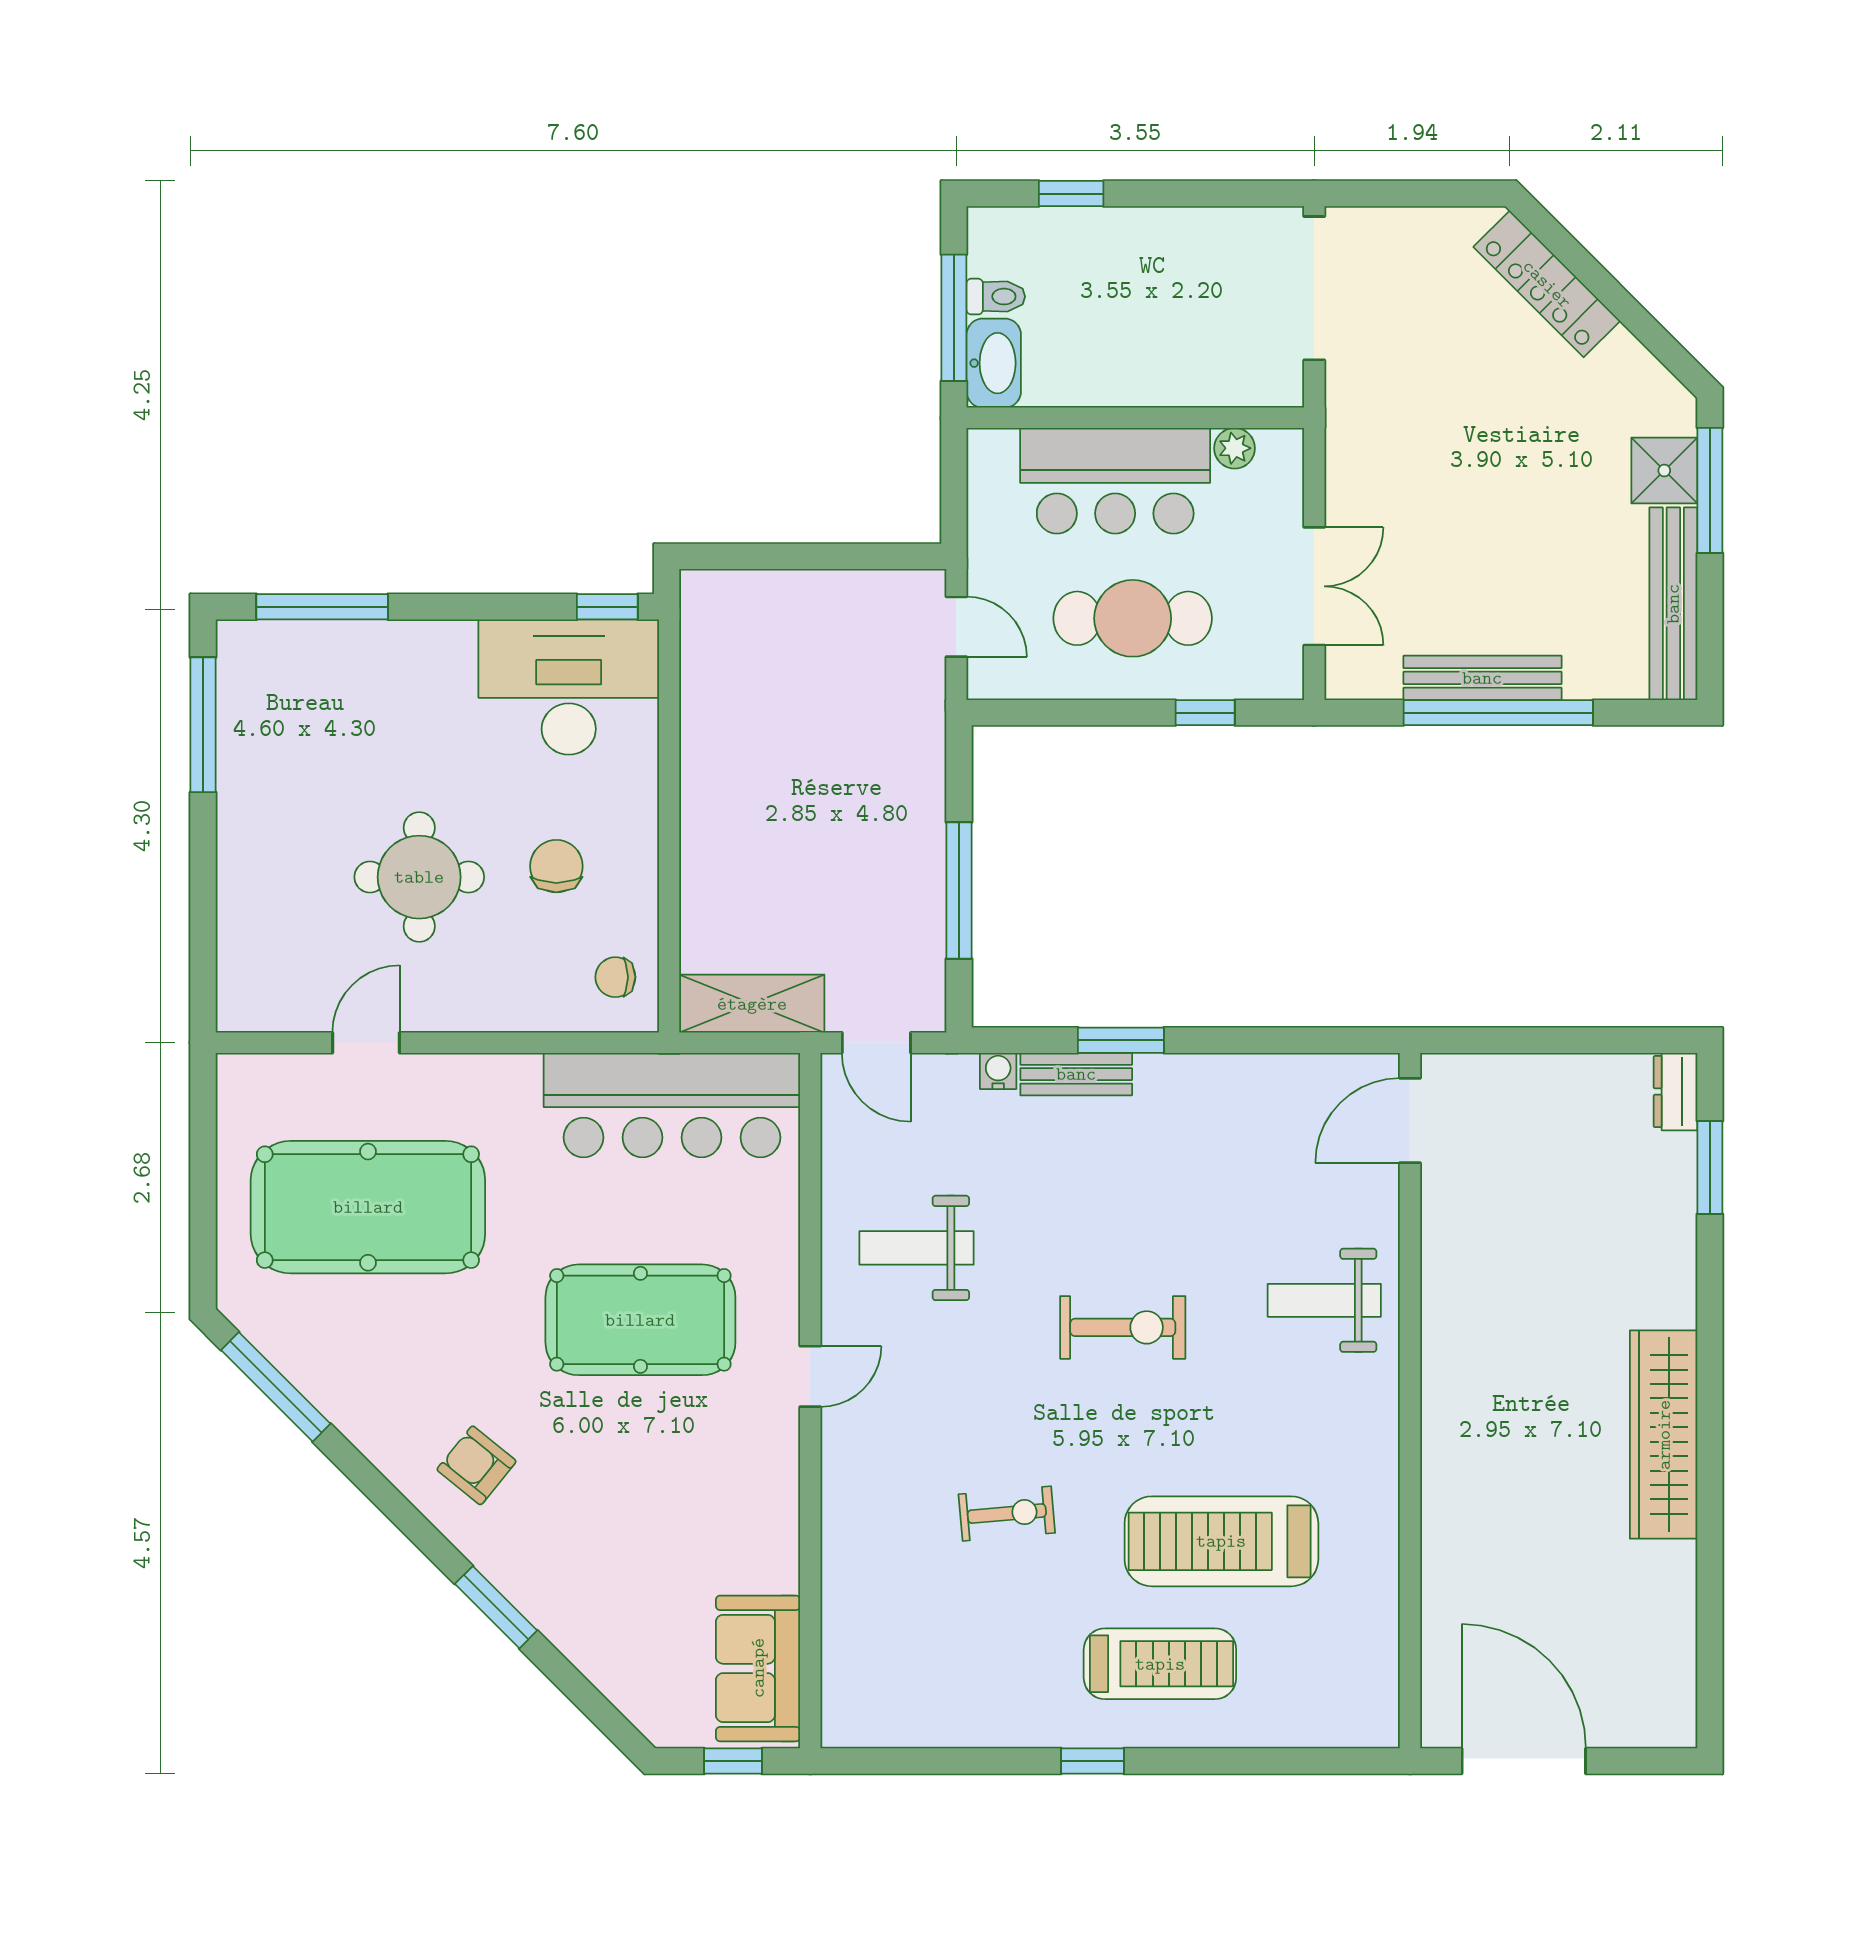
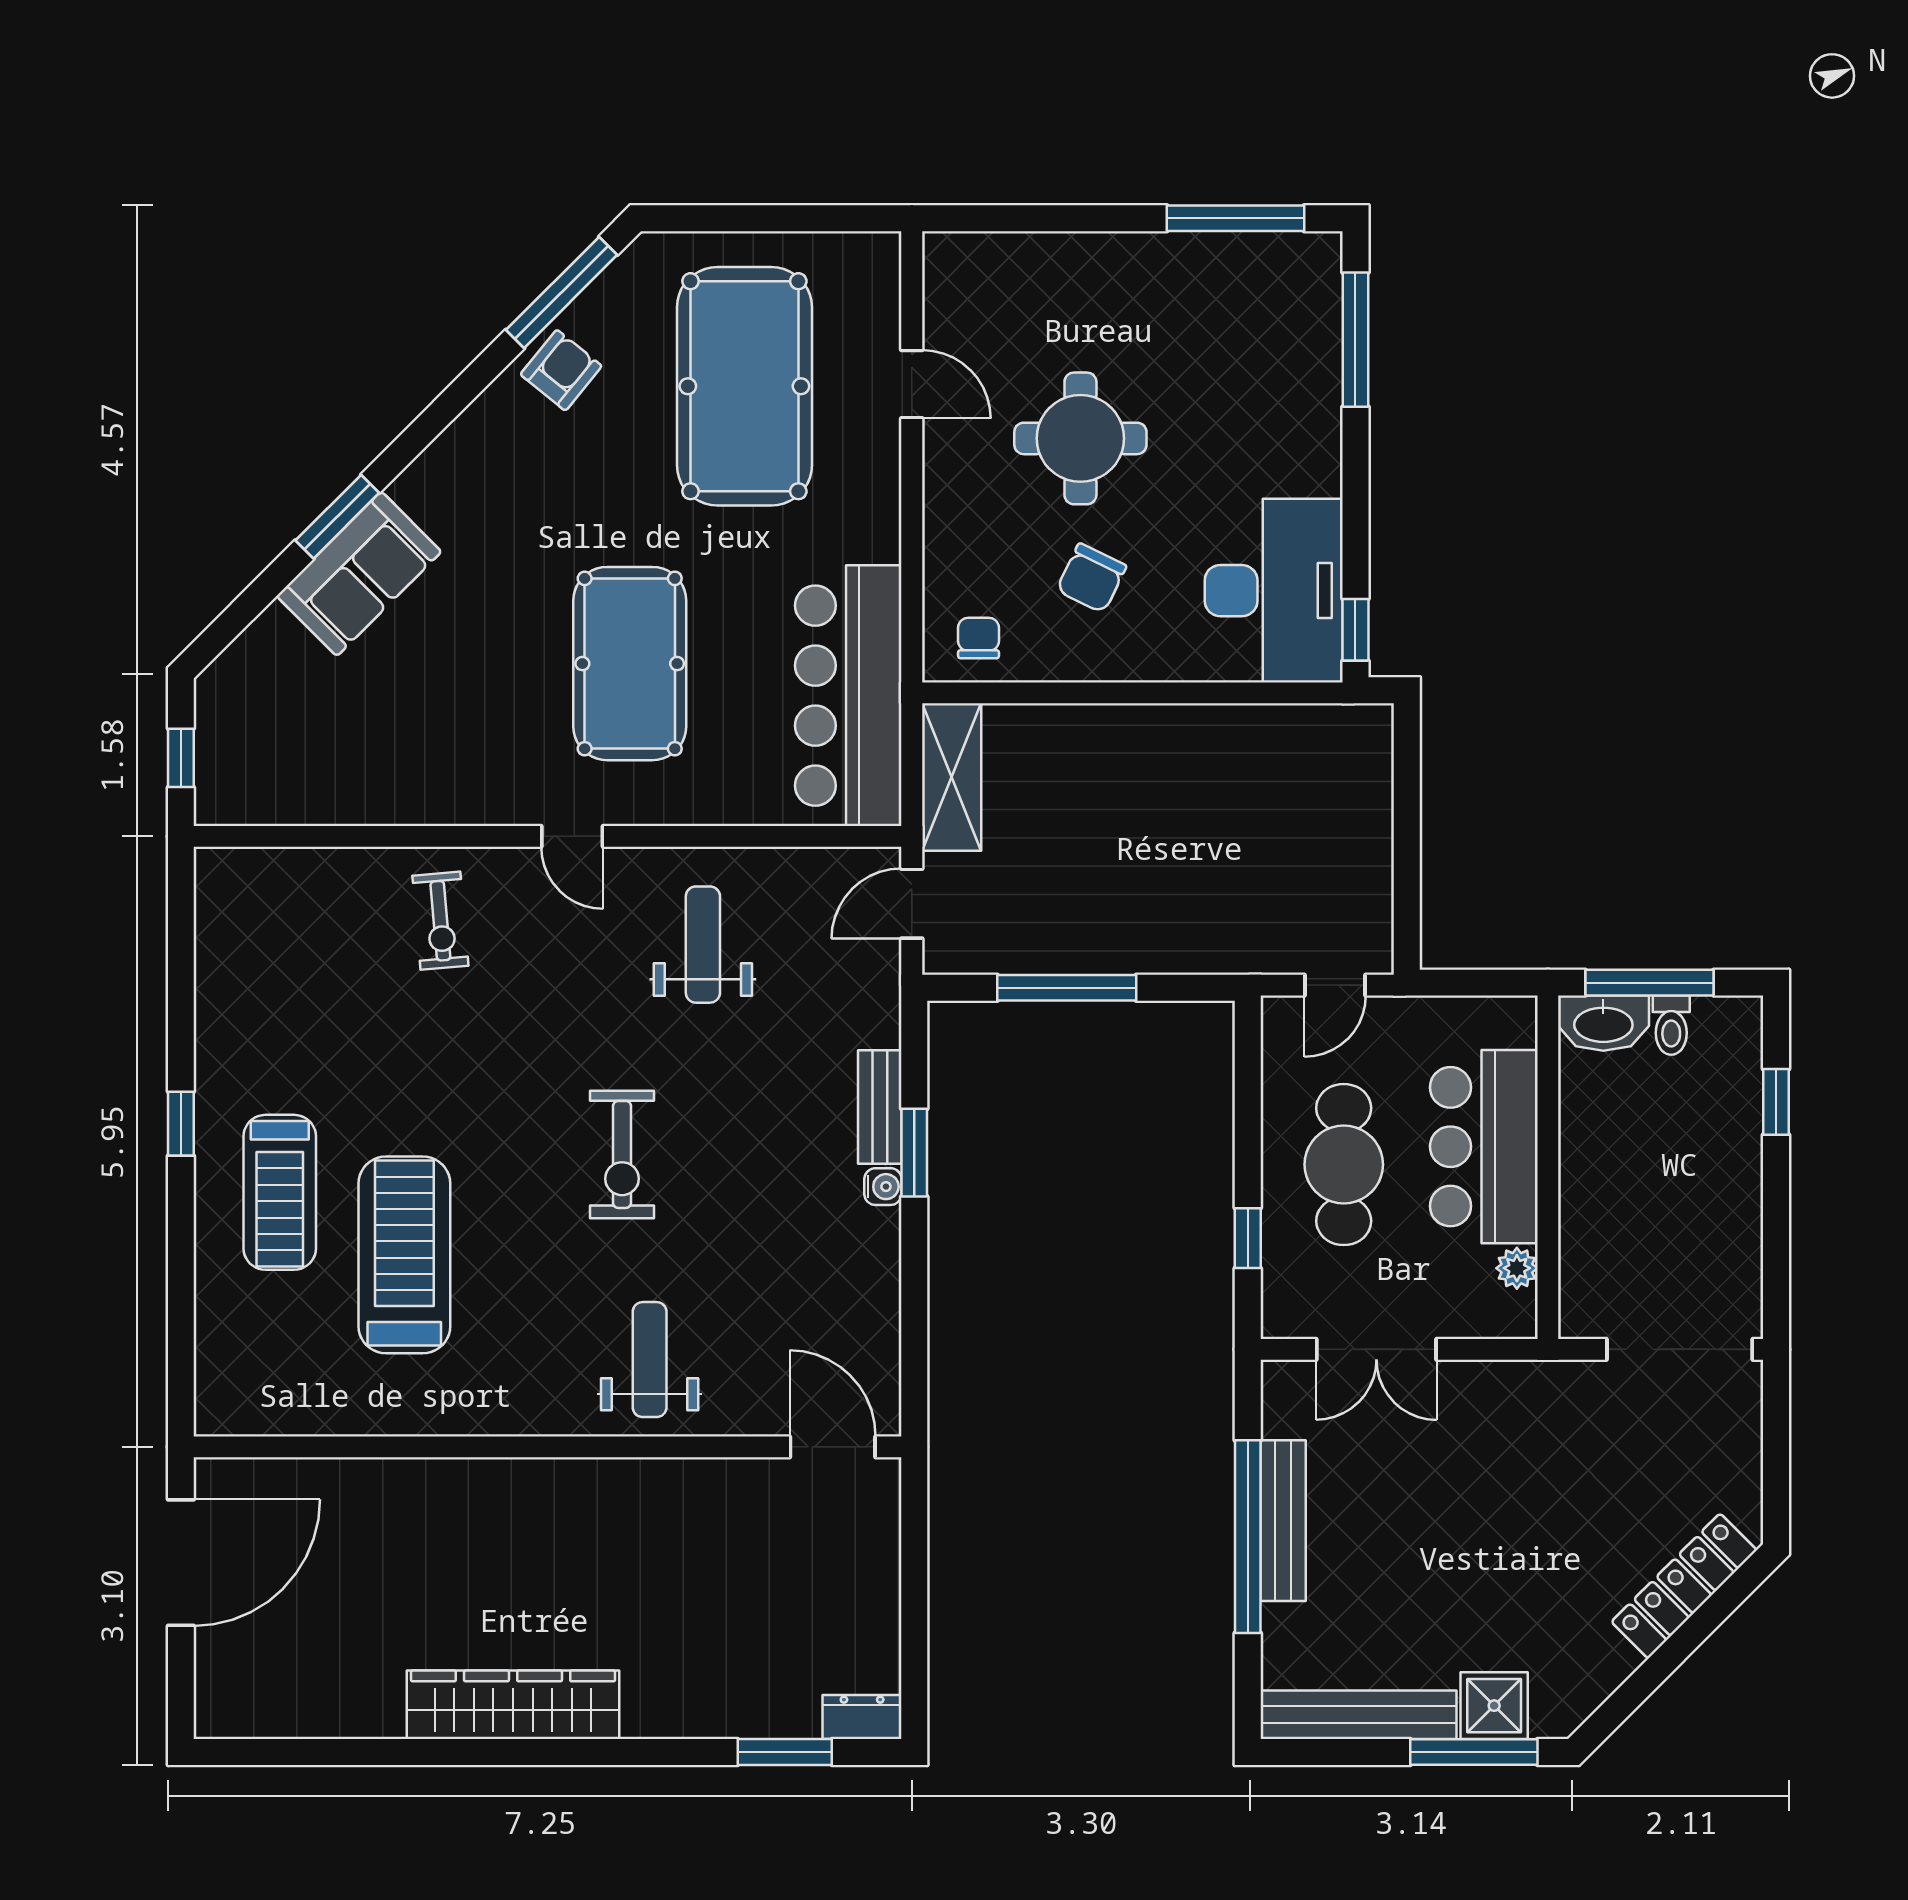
chair: (556, 866) -> (1091, 578), turned 116
water cooler: (998, 1071) -> (883, 1187), moved
armchair: (477, 1465) -> (561, 370), moved
exercise bike: (1007, 1514) -> (440, 921), moved
sofa: (758, 1668) -> (359, 574), moved, turned 135

